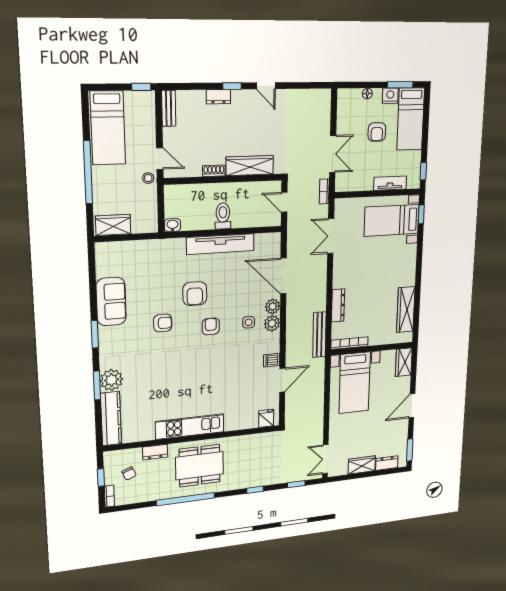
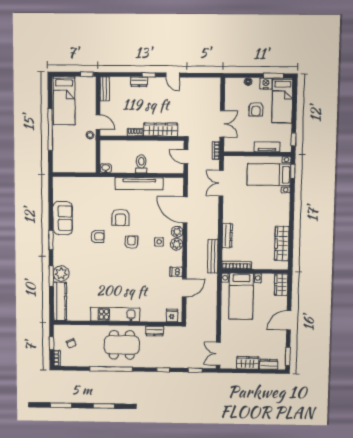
wardrobe: (113, 225) -> (66, 166), removed
dresser: (155, 452) -> (155, 331), moved

